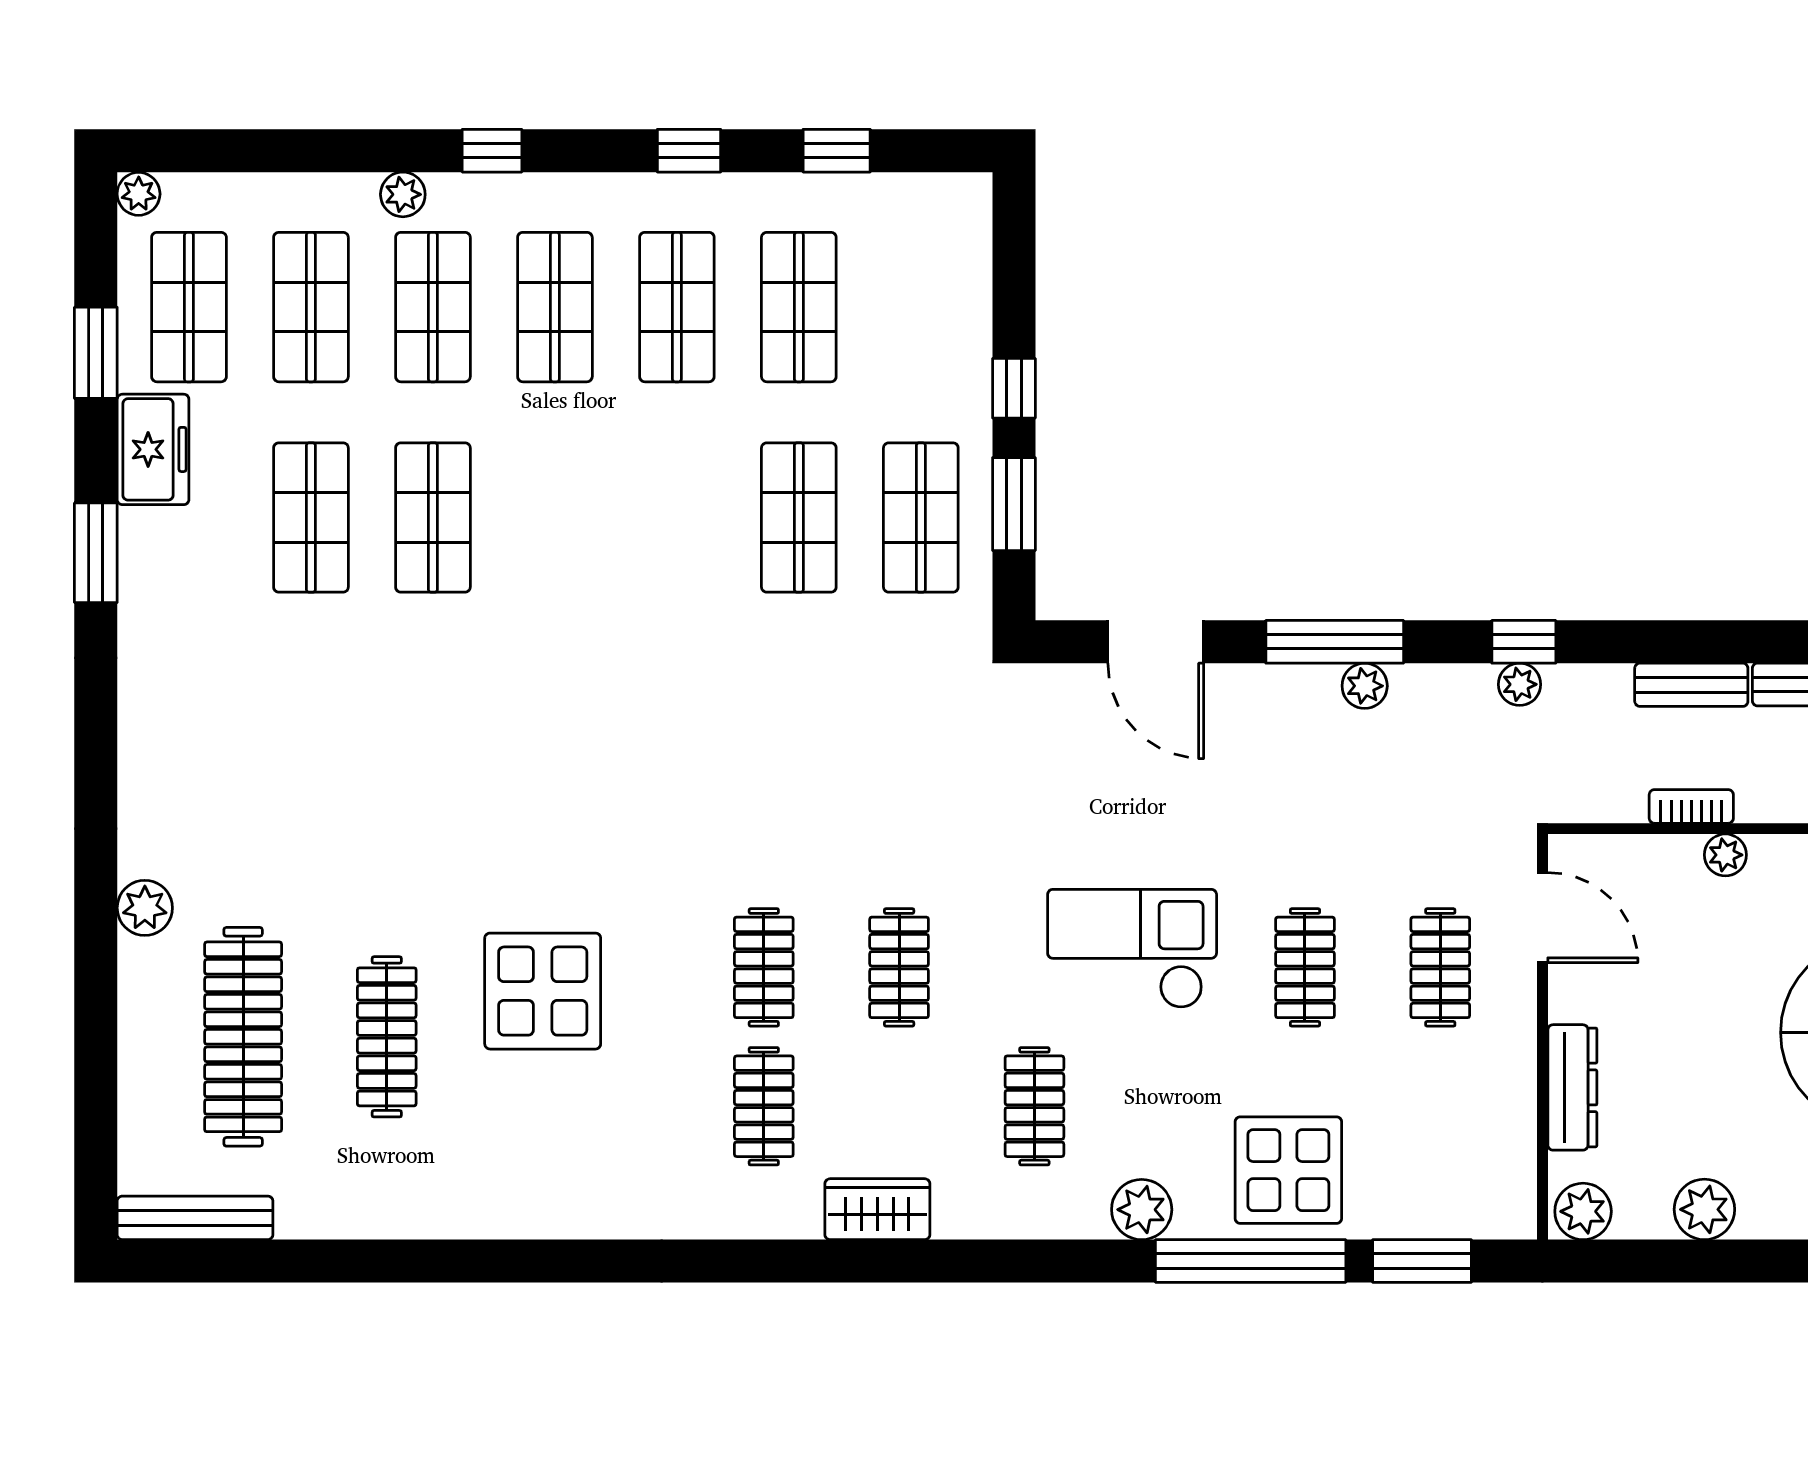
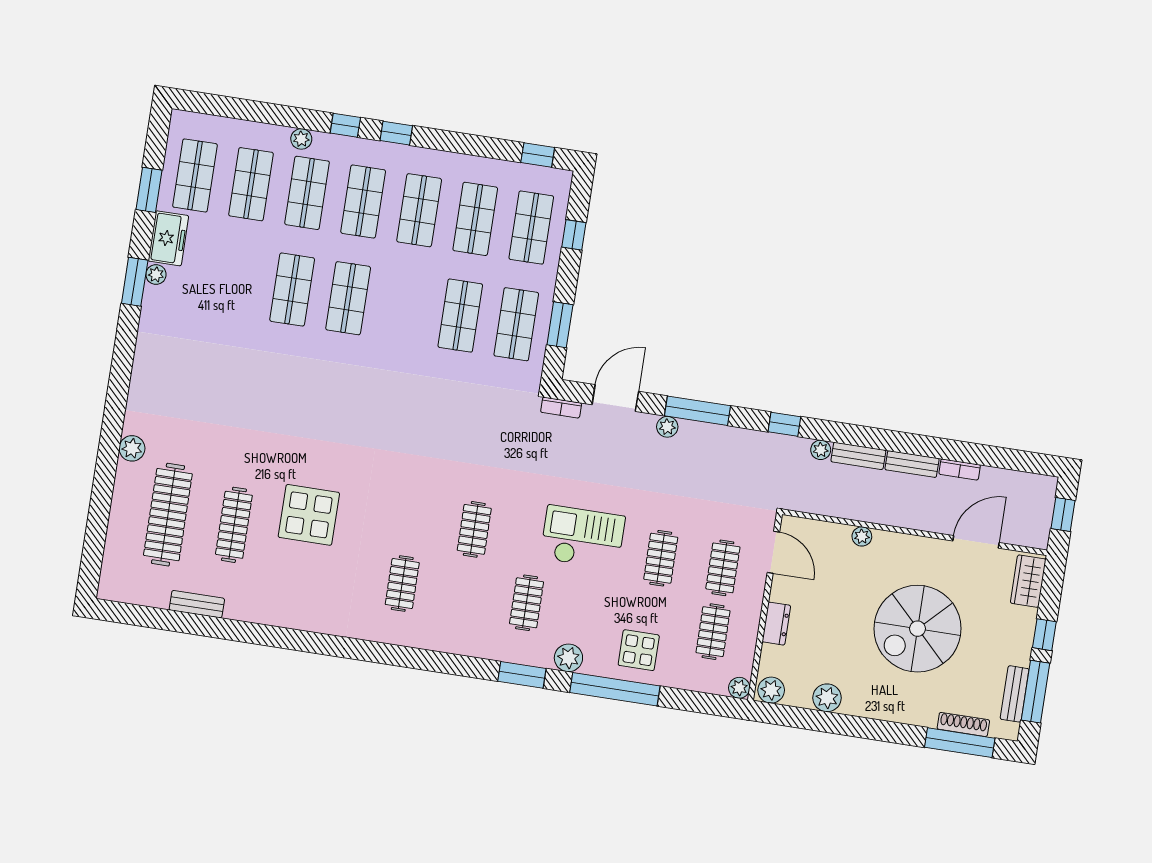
window: (689, 151) -> (396, 133), moved
window: (837, 151) -> (538, 155), moved
plant: (139, 194) -> (156, 274), moved
shop shelf: (921, 307) -> (531, 228), added
window: (1014, 388) -> (574, 235), moved
shop shelf: (311, 517) -> (348, 298), moved
door: (1156, 642) -> (615, 398), swing flipped
plant: (1520, 684) -> (821, 450), moved
plant: (1365, 686) -> (667, 427), moved
bookcase: (1691, 806) -> (561, 408), moved, turned 180
clothes rail: (764, 967) -> (713, 632), moved
dresser: (1572, 1087) -> (776, 624), width x0.70
display table: (1288, 1170) -> (639, 650), width x0.73, depth x0.73
wardrobe: (877, 1209) -> (447, 639), removed
plant: (1514, 1217) -> (739, 688), added
bench: (195, 1218) -> (197, 604), moved, width x0.73
window: (1422, 1261) -> (522, 675), moved

